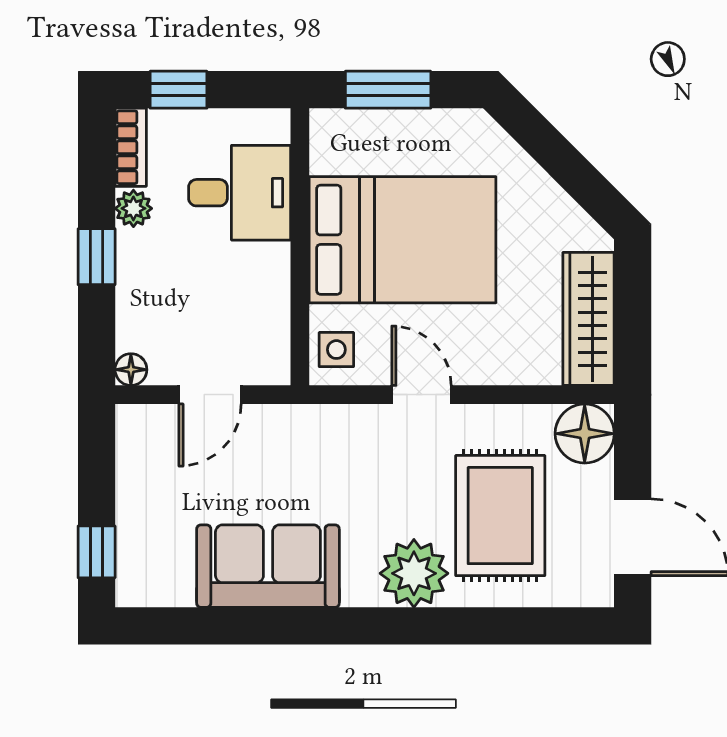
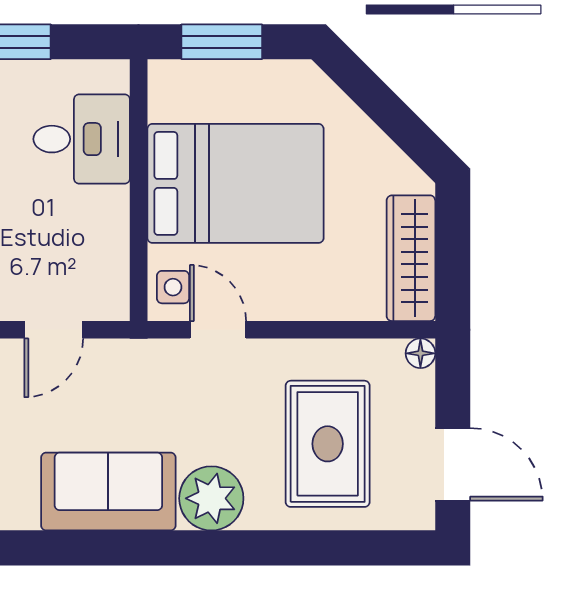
door: (422, 395) -> (218, 330), moved
floor lamp: (585, 434) -> (420, 353), width x0.53, depth x0.53
plant: (414, 573) -> (211, 498), moved

